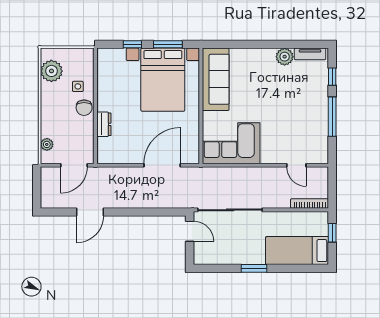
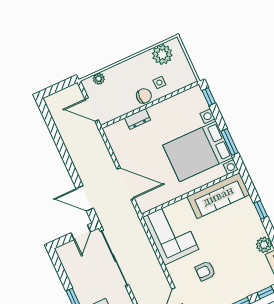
window: (132, 44) -> (209, 97), moved
window: (249, 44) -> (261, 210), added
chair: (84, 108) -> (144, 96), turned 180
armchair: (284, 126) -> (205, 271), added
door: (90, 212) -> (85, 198), moved

